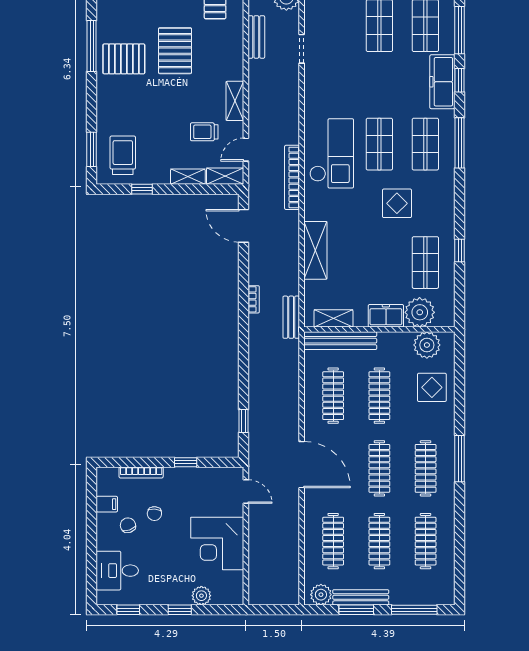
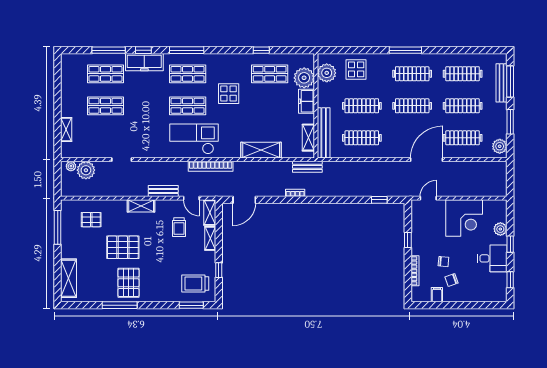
bench: (256, 37) -> (163, 191), moved
shelving: (235, 101) -> (141, 206), moved
door: (302, 465) -> (427, 160), moved
desk: (117, 571) -> (492, 258), moved, turned -90
bench: (361, 597) -> (501, 83), moved

